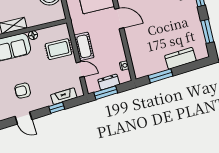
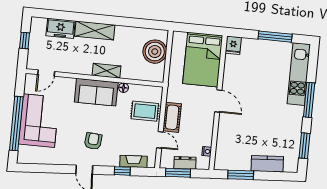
armchair: (23, 91) -> (93, 141), turned 95

